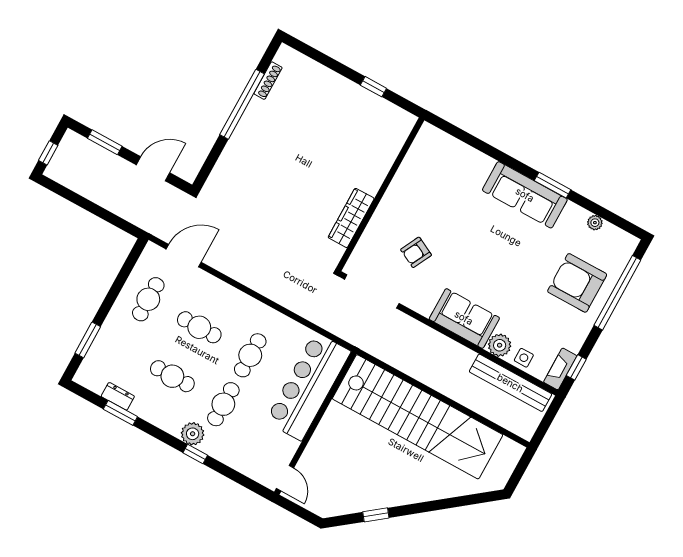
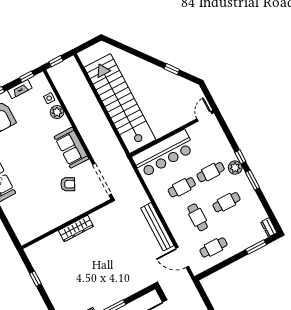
wardrobe: (351, 218) -> (76, 228), moved
sofa: (464, 318) -> (72, 148), moved
fireplace: (560, 369) -> (20, 89), moved
cafe table: (172, 376) -> (226, 202), turned 90
bench: (510, 383) -> (157, 227), moved
dresser: (118, 396) -> (269, 227), moved
window: (120, 413) -> (253, 180), moved
window: (549, 417) -> (56, 61), added

